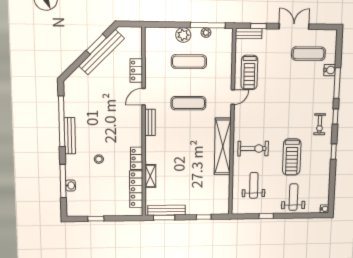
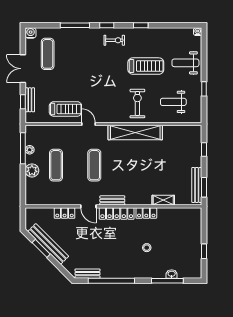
bench: (249, 33) -> (30, 100), moved
water cooler: (330, 70) -> (31, 33), moved
bench: (70, 136) -> (88, 274), moved, width x0.73
locker: (136, 189) -> (117, 213), moved

